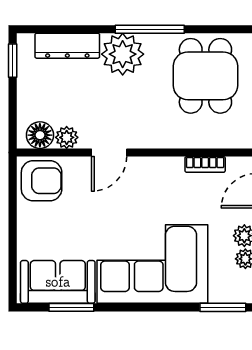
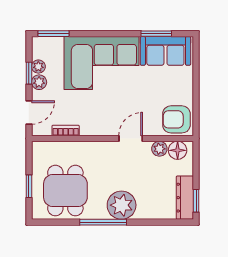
dresser: (67, 46) -> (185, 198), moved, turned -90

